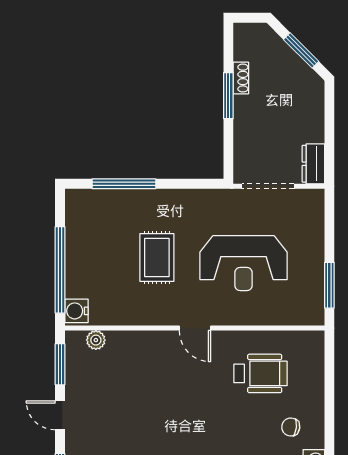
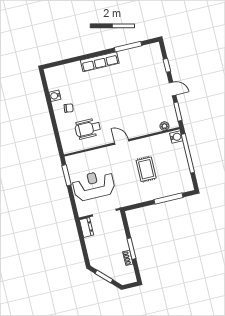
reception desk: (244, 263) -> (94, 185), moved

